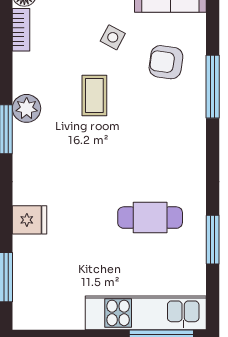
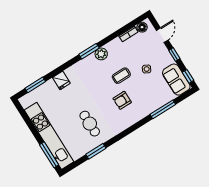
armchair: (166, 62) -> (122, 100), moved, turned -98
window: (213, 87) -> (163, 109), moved
kitchen unit: (146, 313) -> (49, 136), width x1.36

